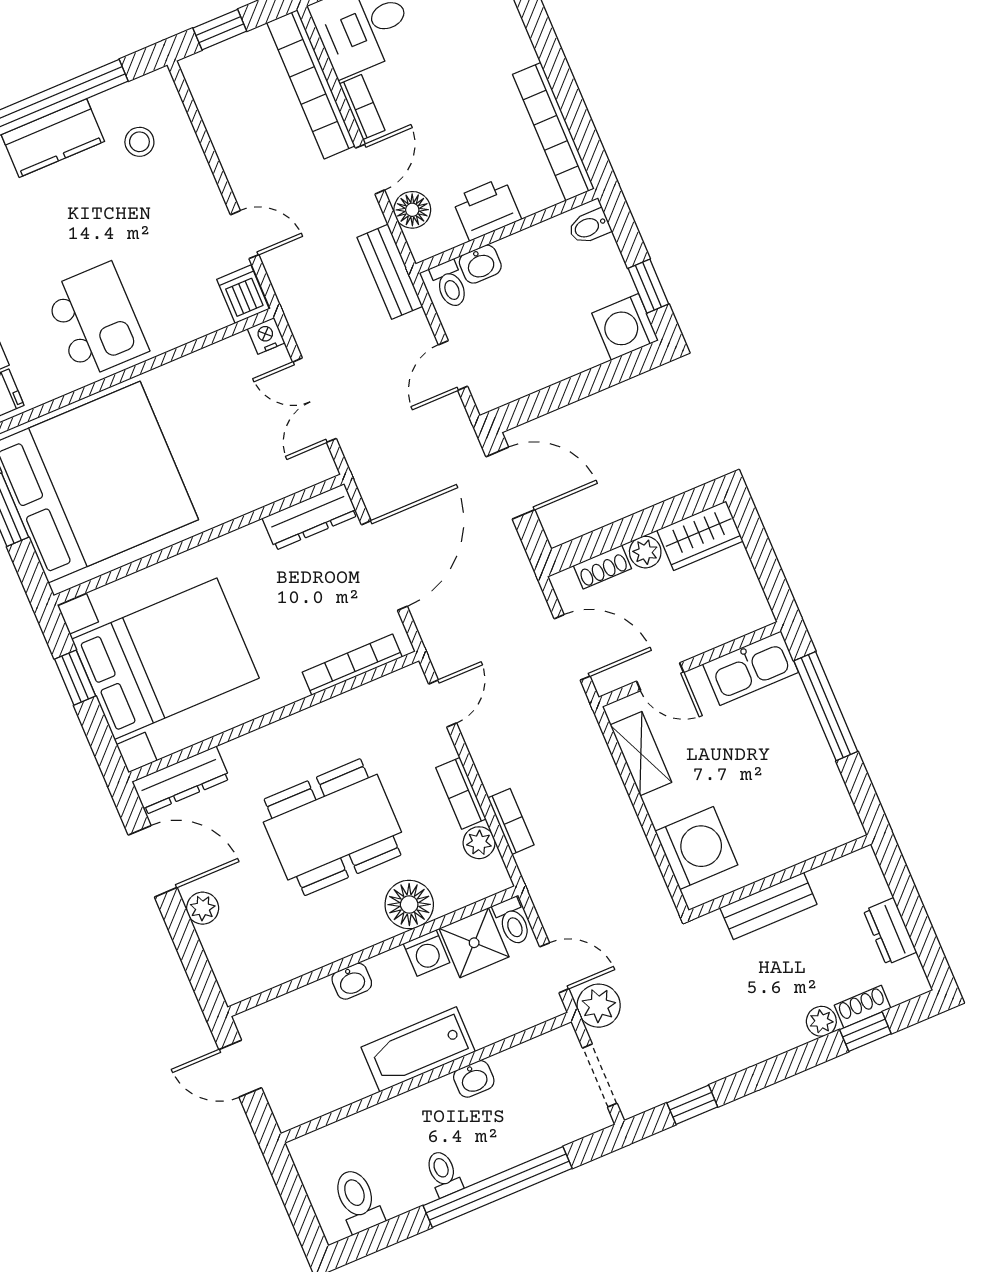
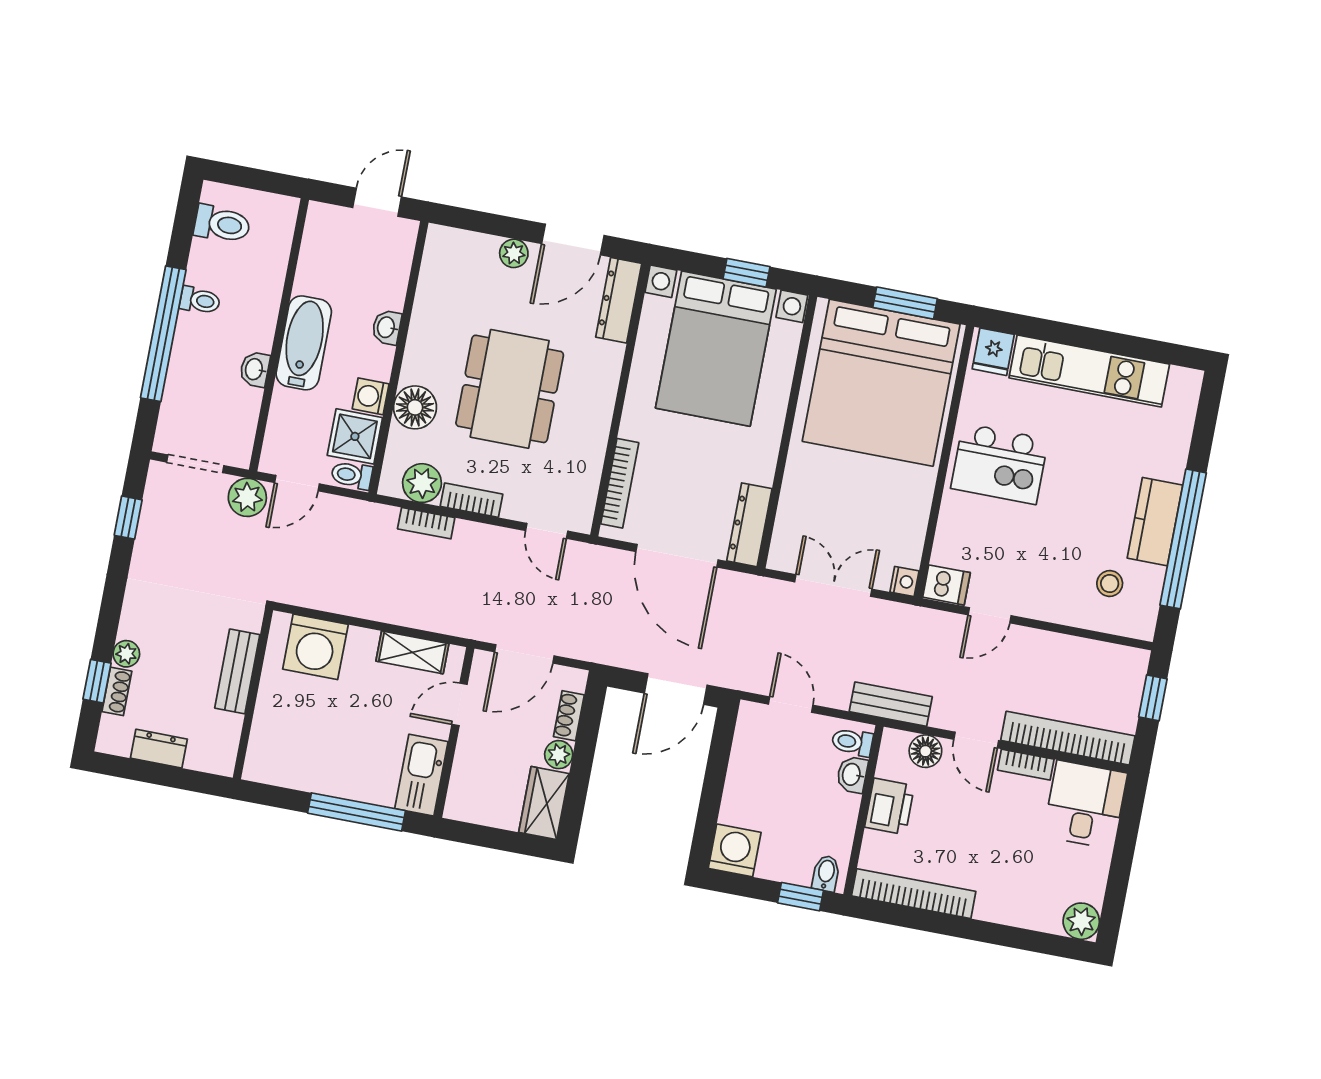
window: (648, 286) -> (800, 897), moved
plant: (479, 843) -> (422, 483), width x1.38, depth x1.38

